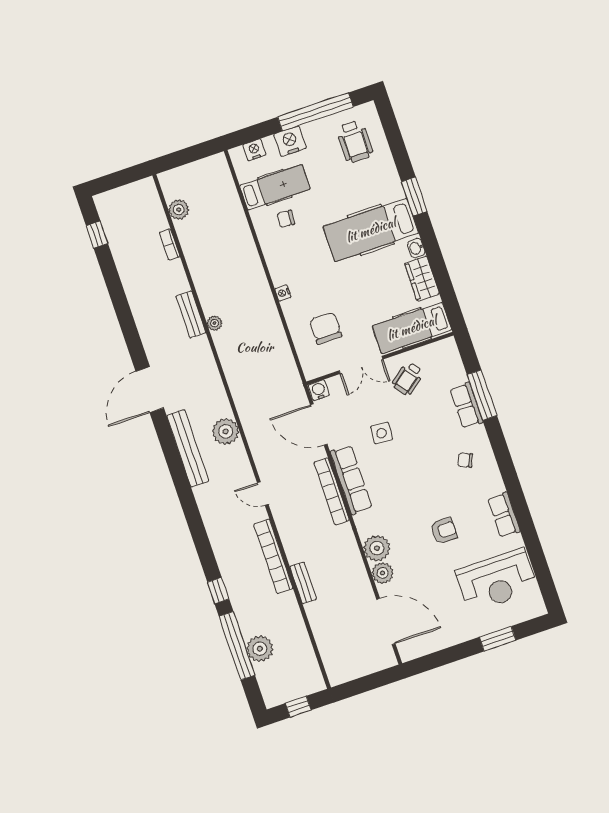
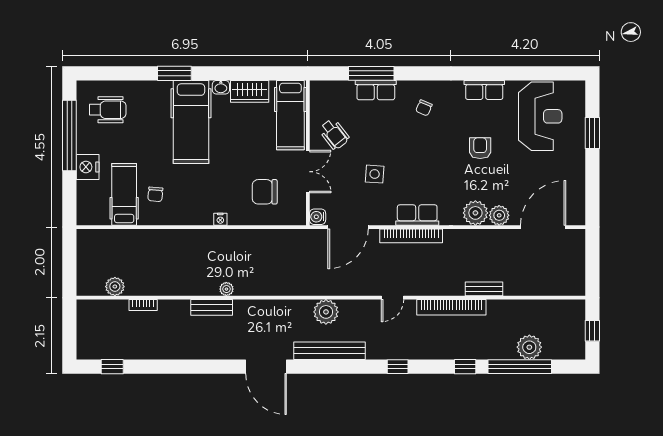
nightstand: (254, 150) -> (85, 201), removed
row of seats: (351, 480) -> (417, 215), width x0.68
window: (195, 523) -> (398, 367), added

